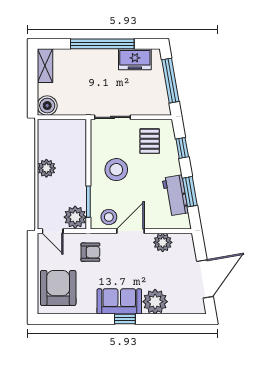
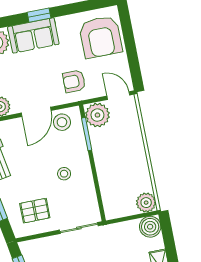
pallet: (150, 141) -> (35, 211), turned 90
plant: (46, 168) -> (146, 203), moved
stool: (116, 170) -> (64, 174), width x0.53, depth x0.53
window: (125, 319) -> (39, 15), moved

